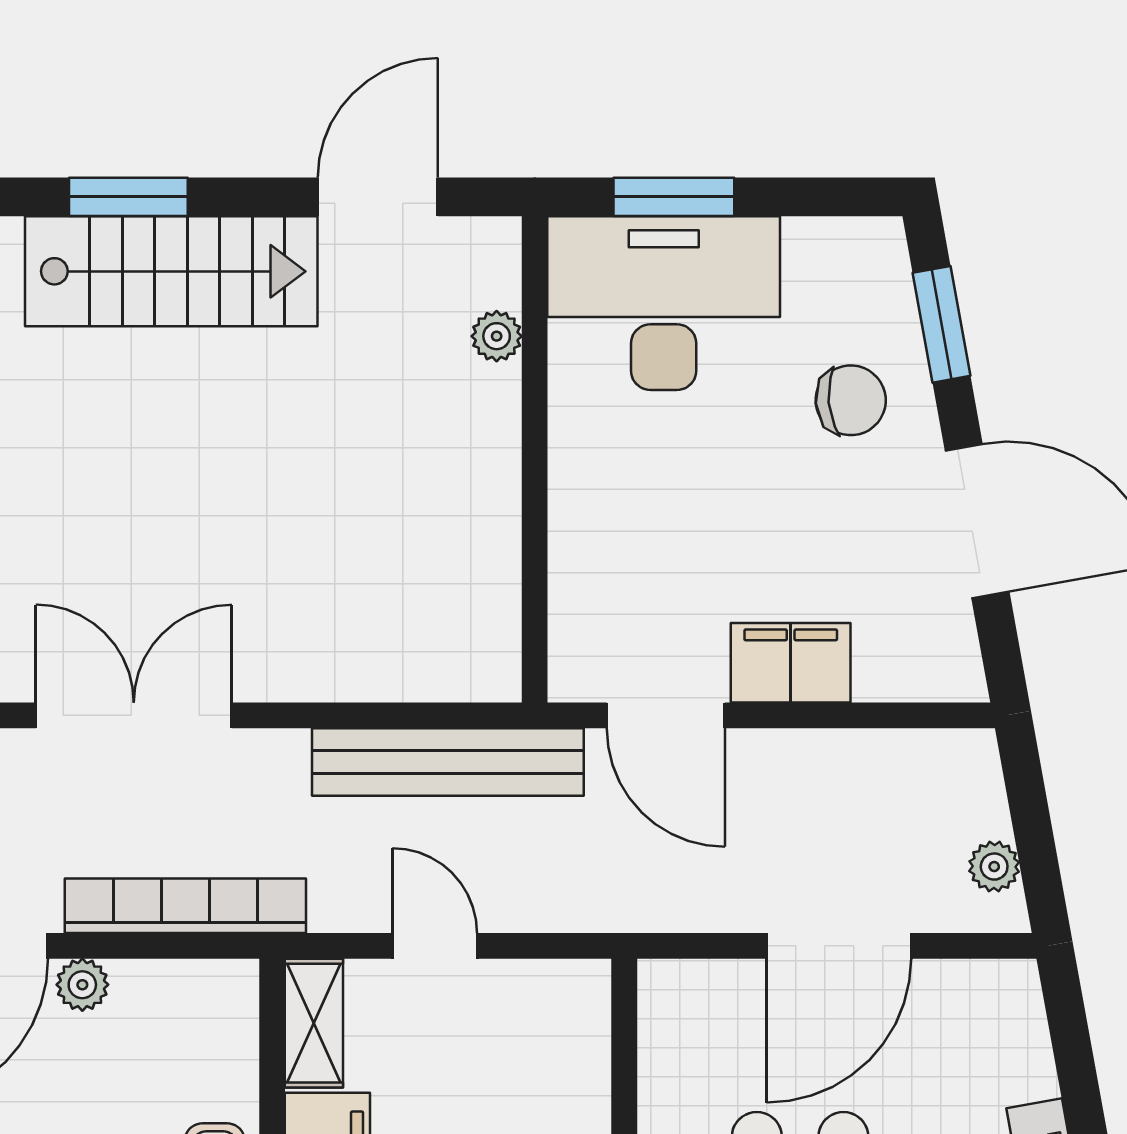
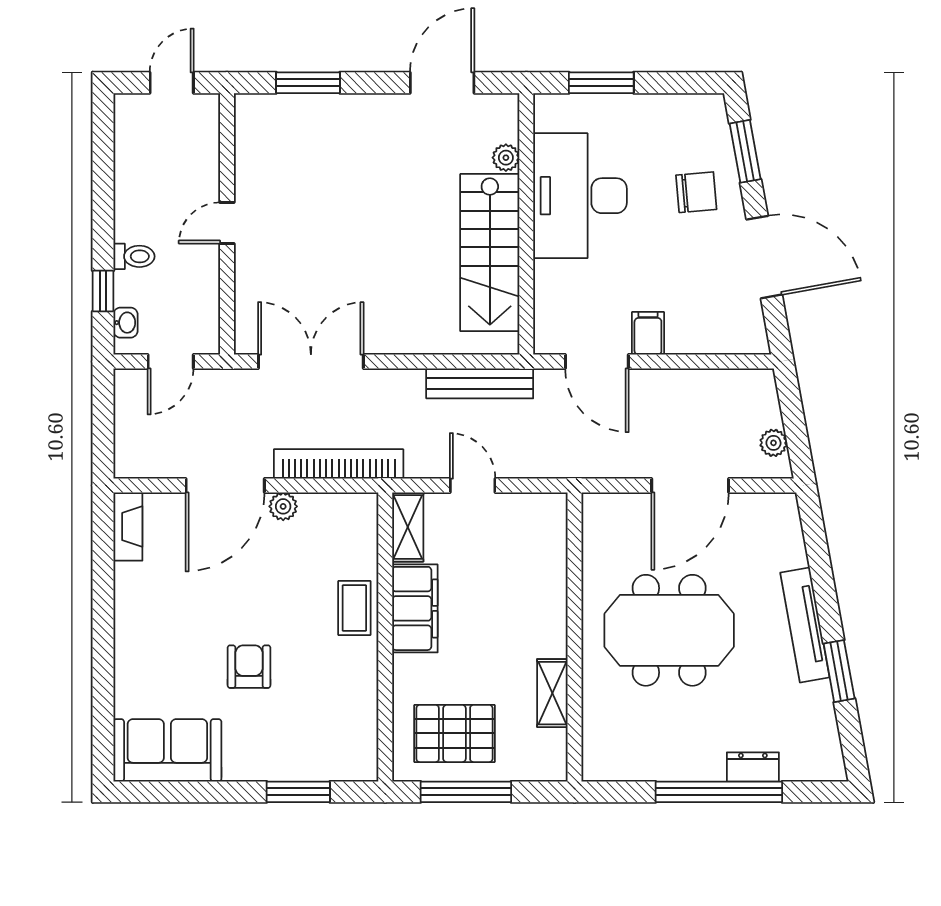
stairs: (171, 271) -> (490, 253), moved, turned 90
desk: (664, 303) -> (580, 196), moved, turned -90
filing cabinet: (791, 663) -> (648, 333), width x0.50
bench: (448, 762) -> (480, 383), width x0.73, depth x0.82

